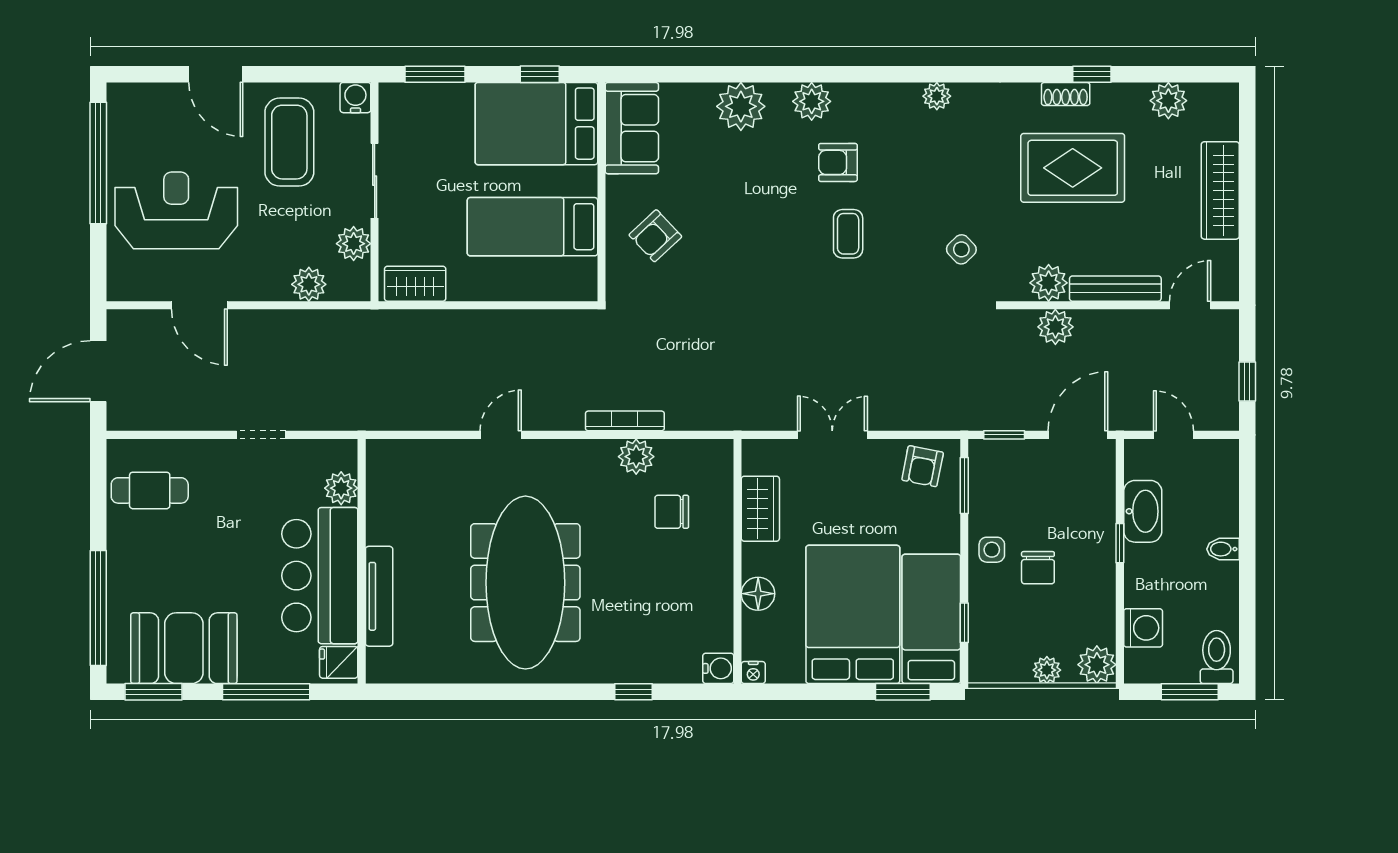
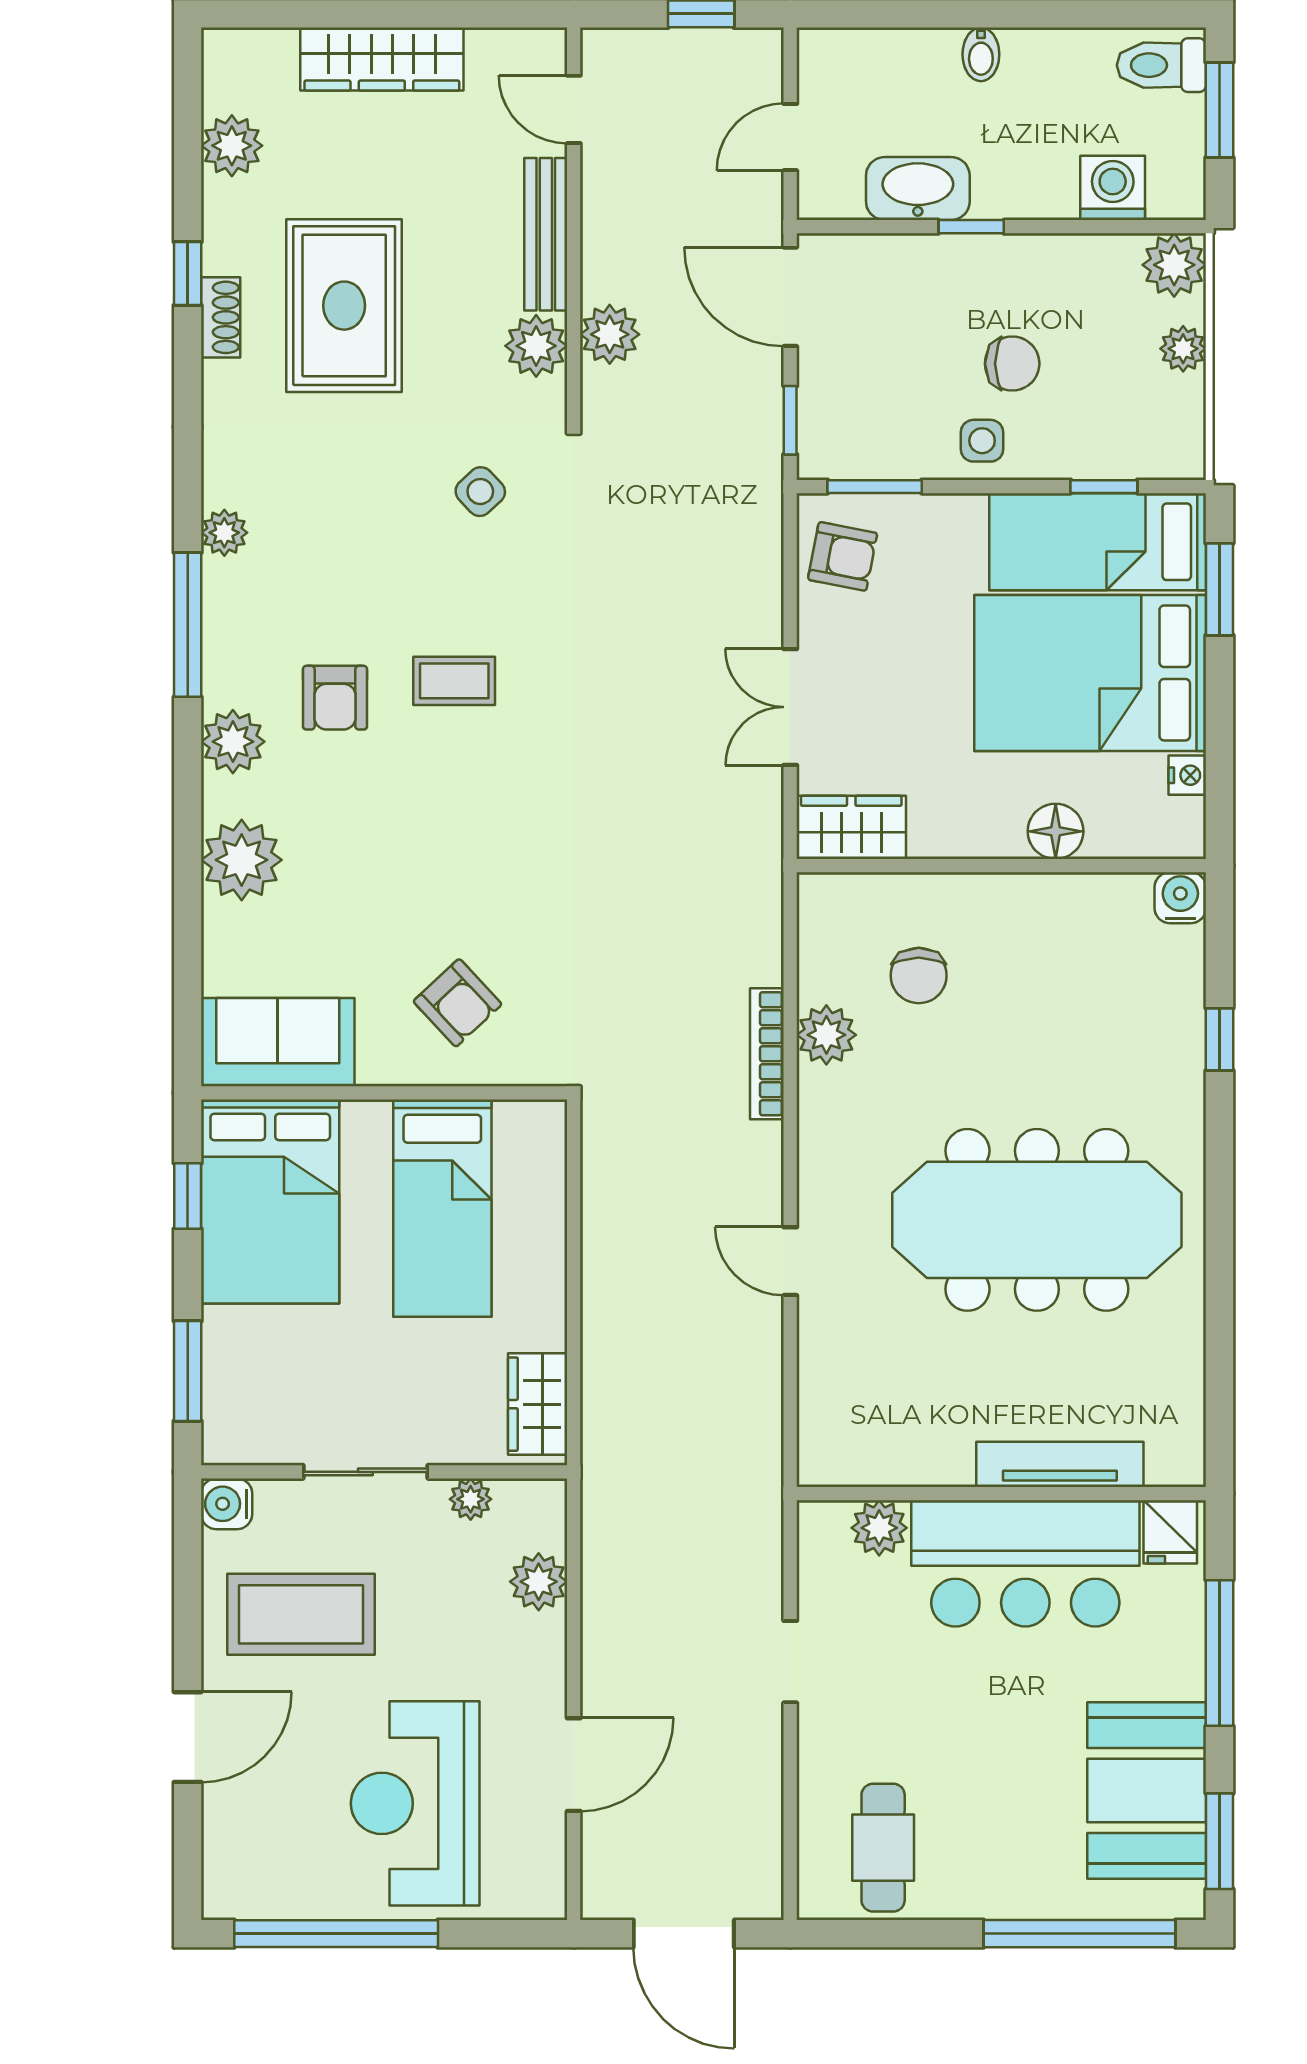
window: (882, 74) -> (188, 625), added
plant: (354, 244) -> (471, 1499), width x0.73, depth x0.73
wardrobe: (760, 509) -> (851, 827), moved
nightstand: (753, 673) -> (1187, 775), moved

